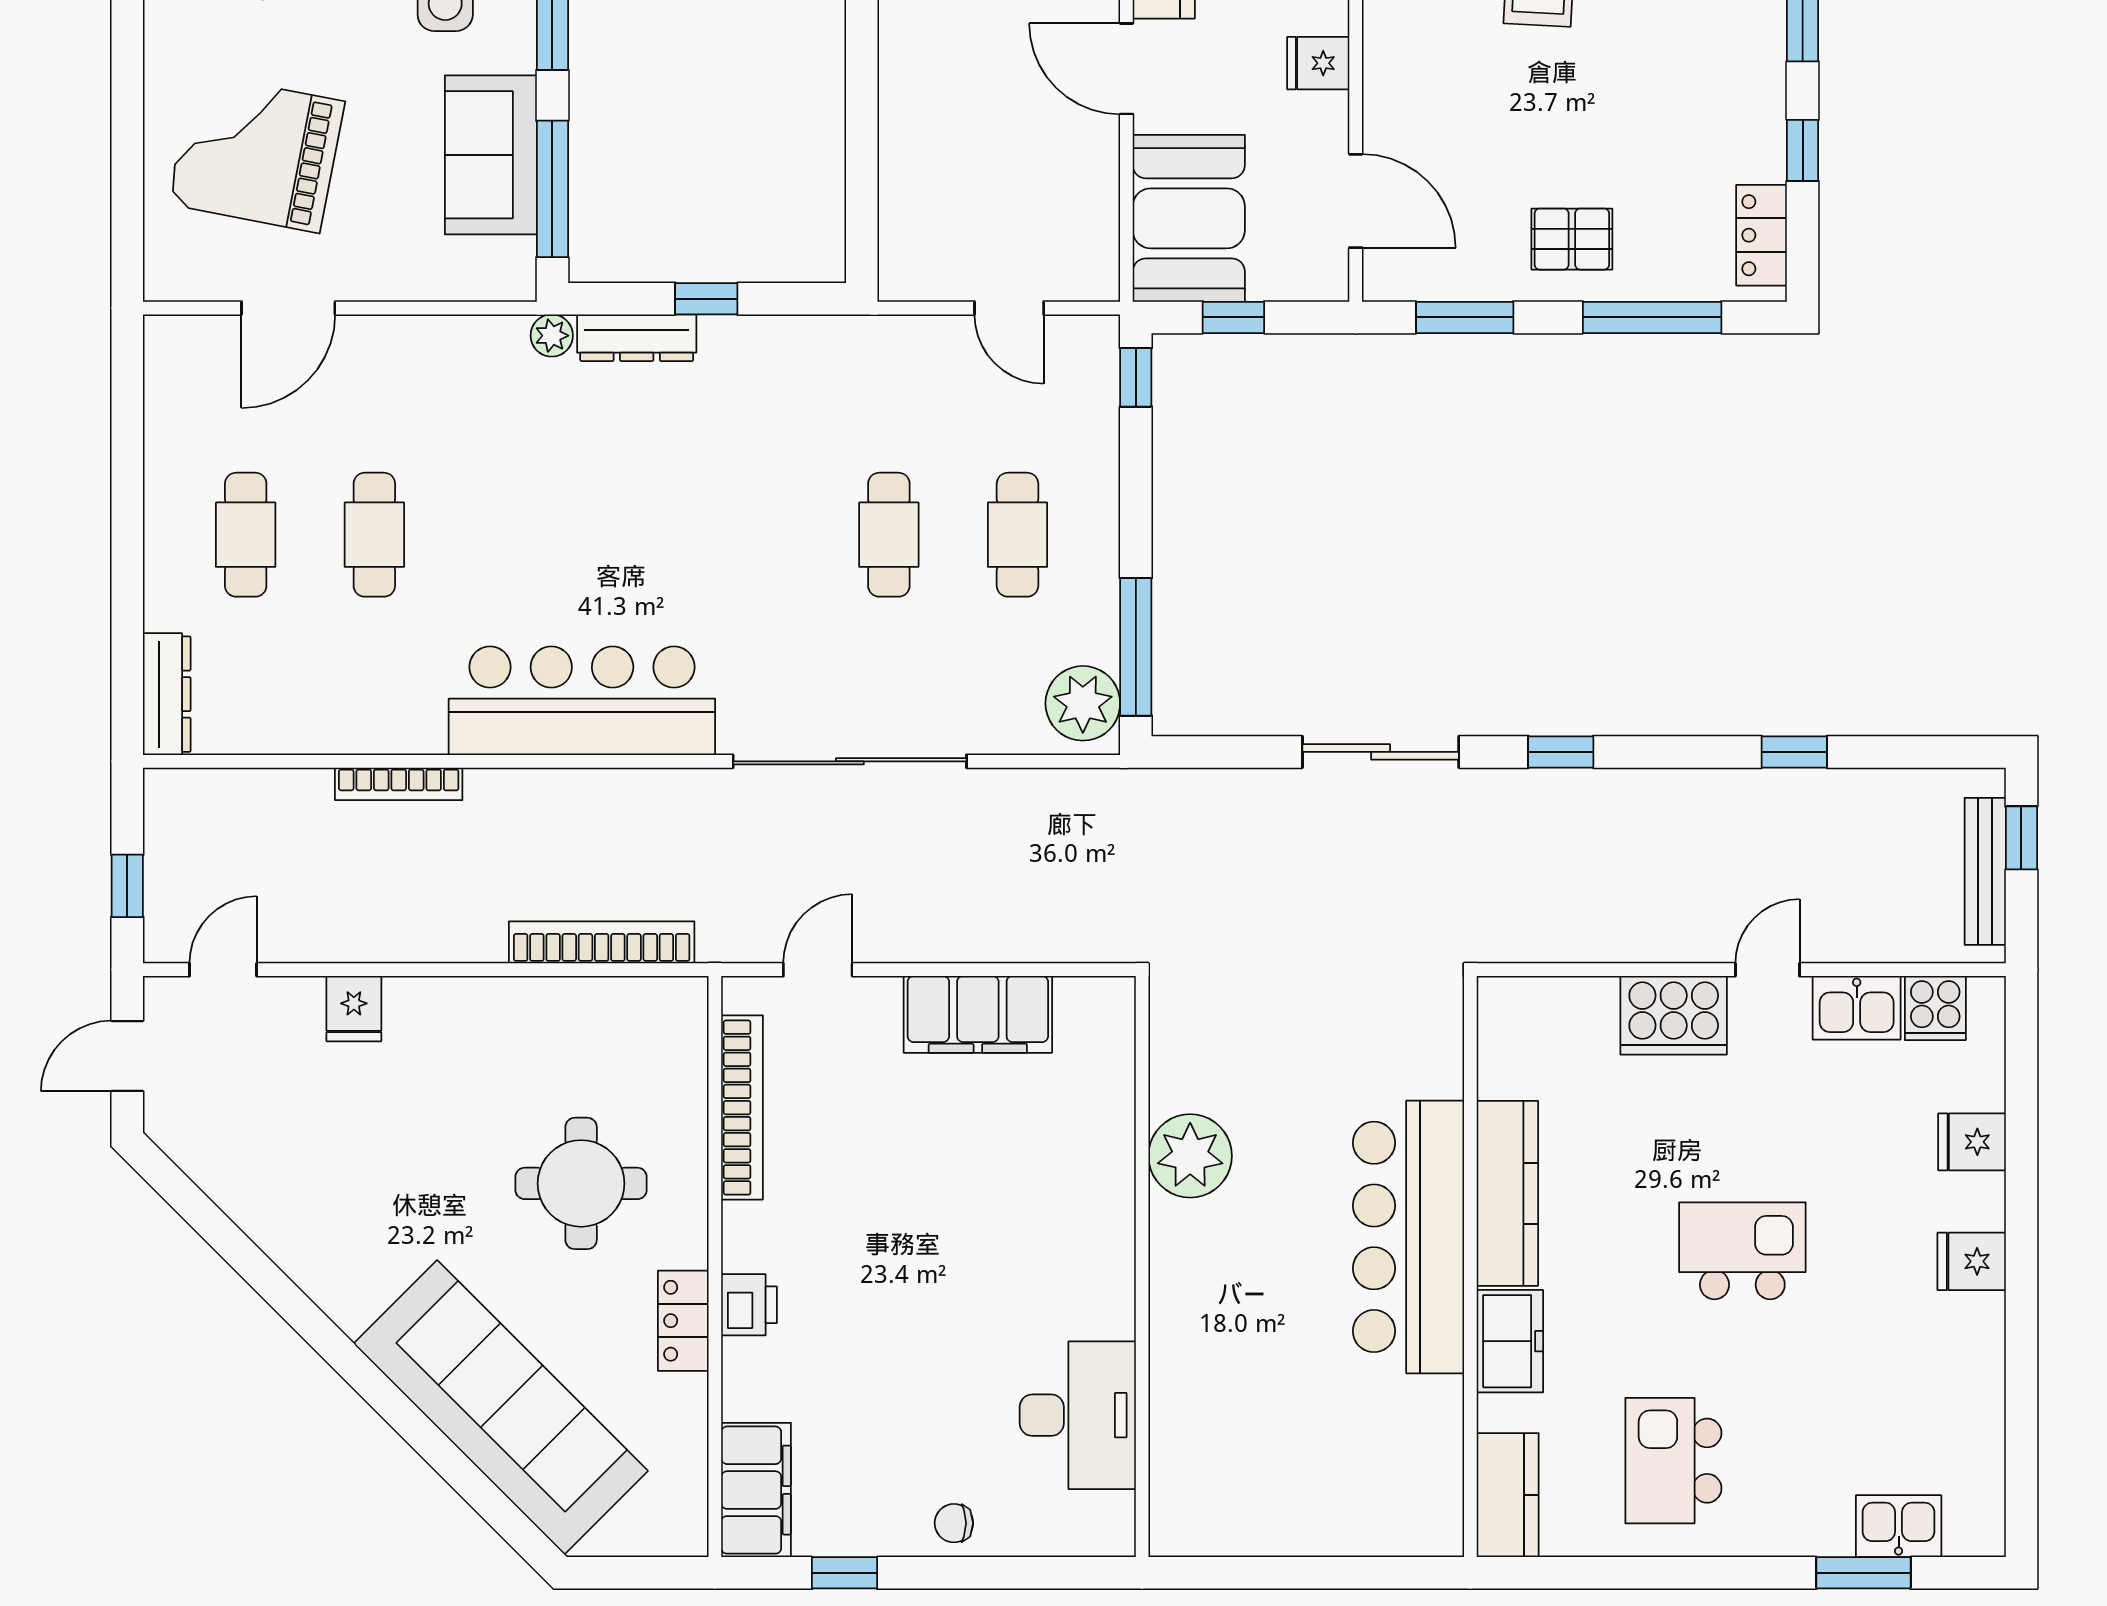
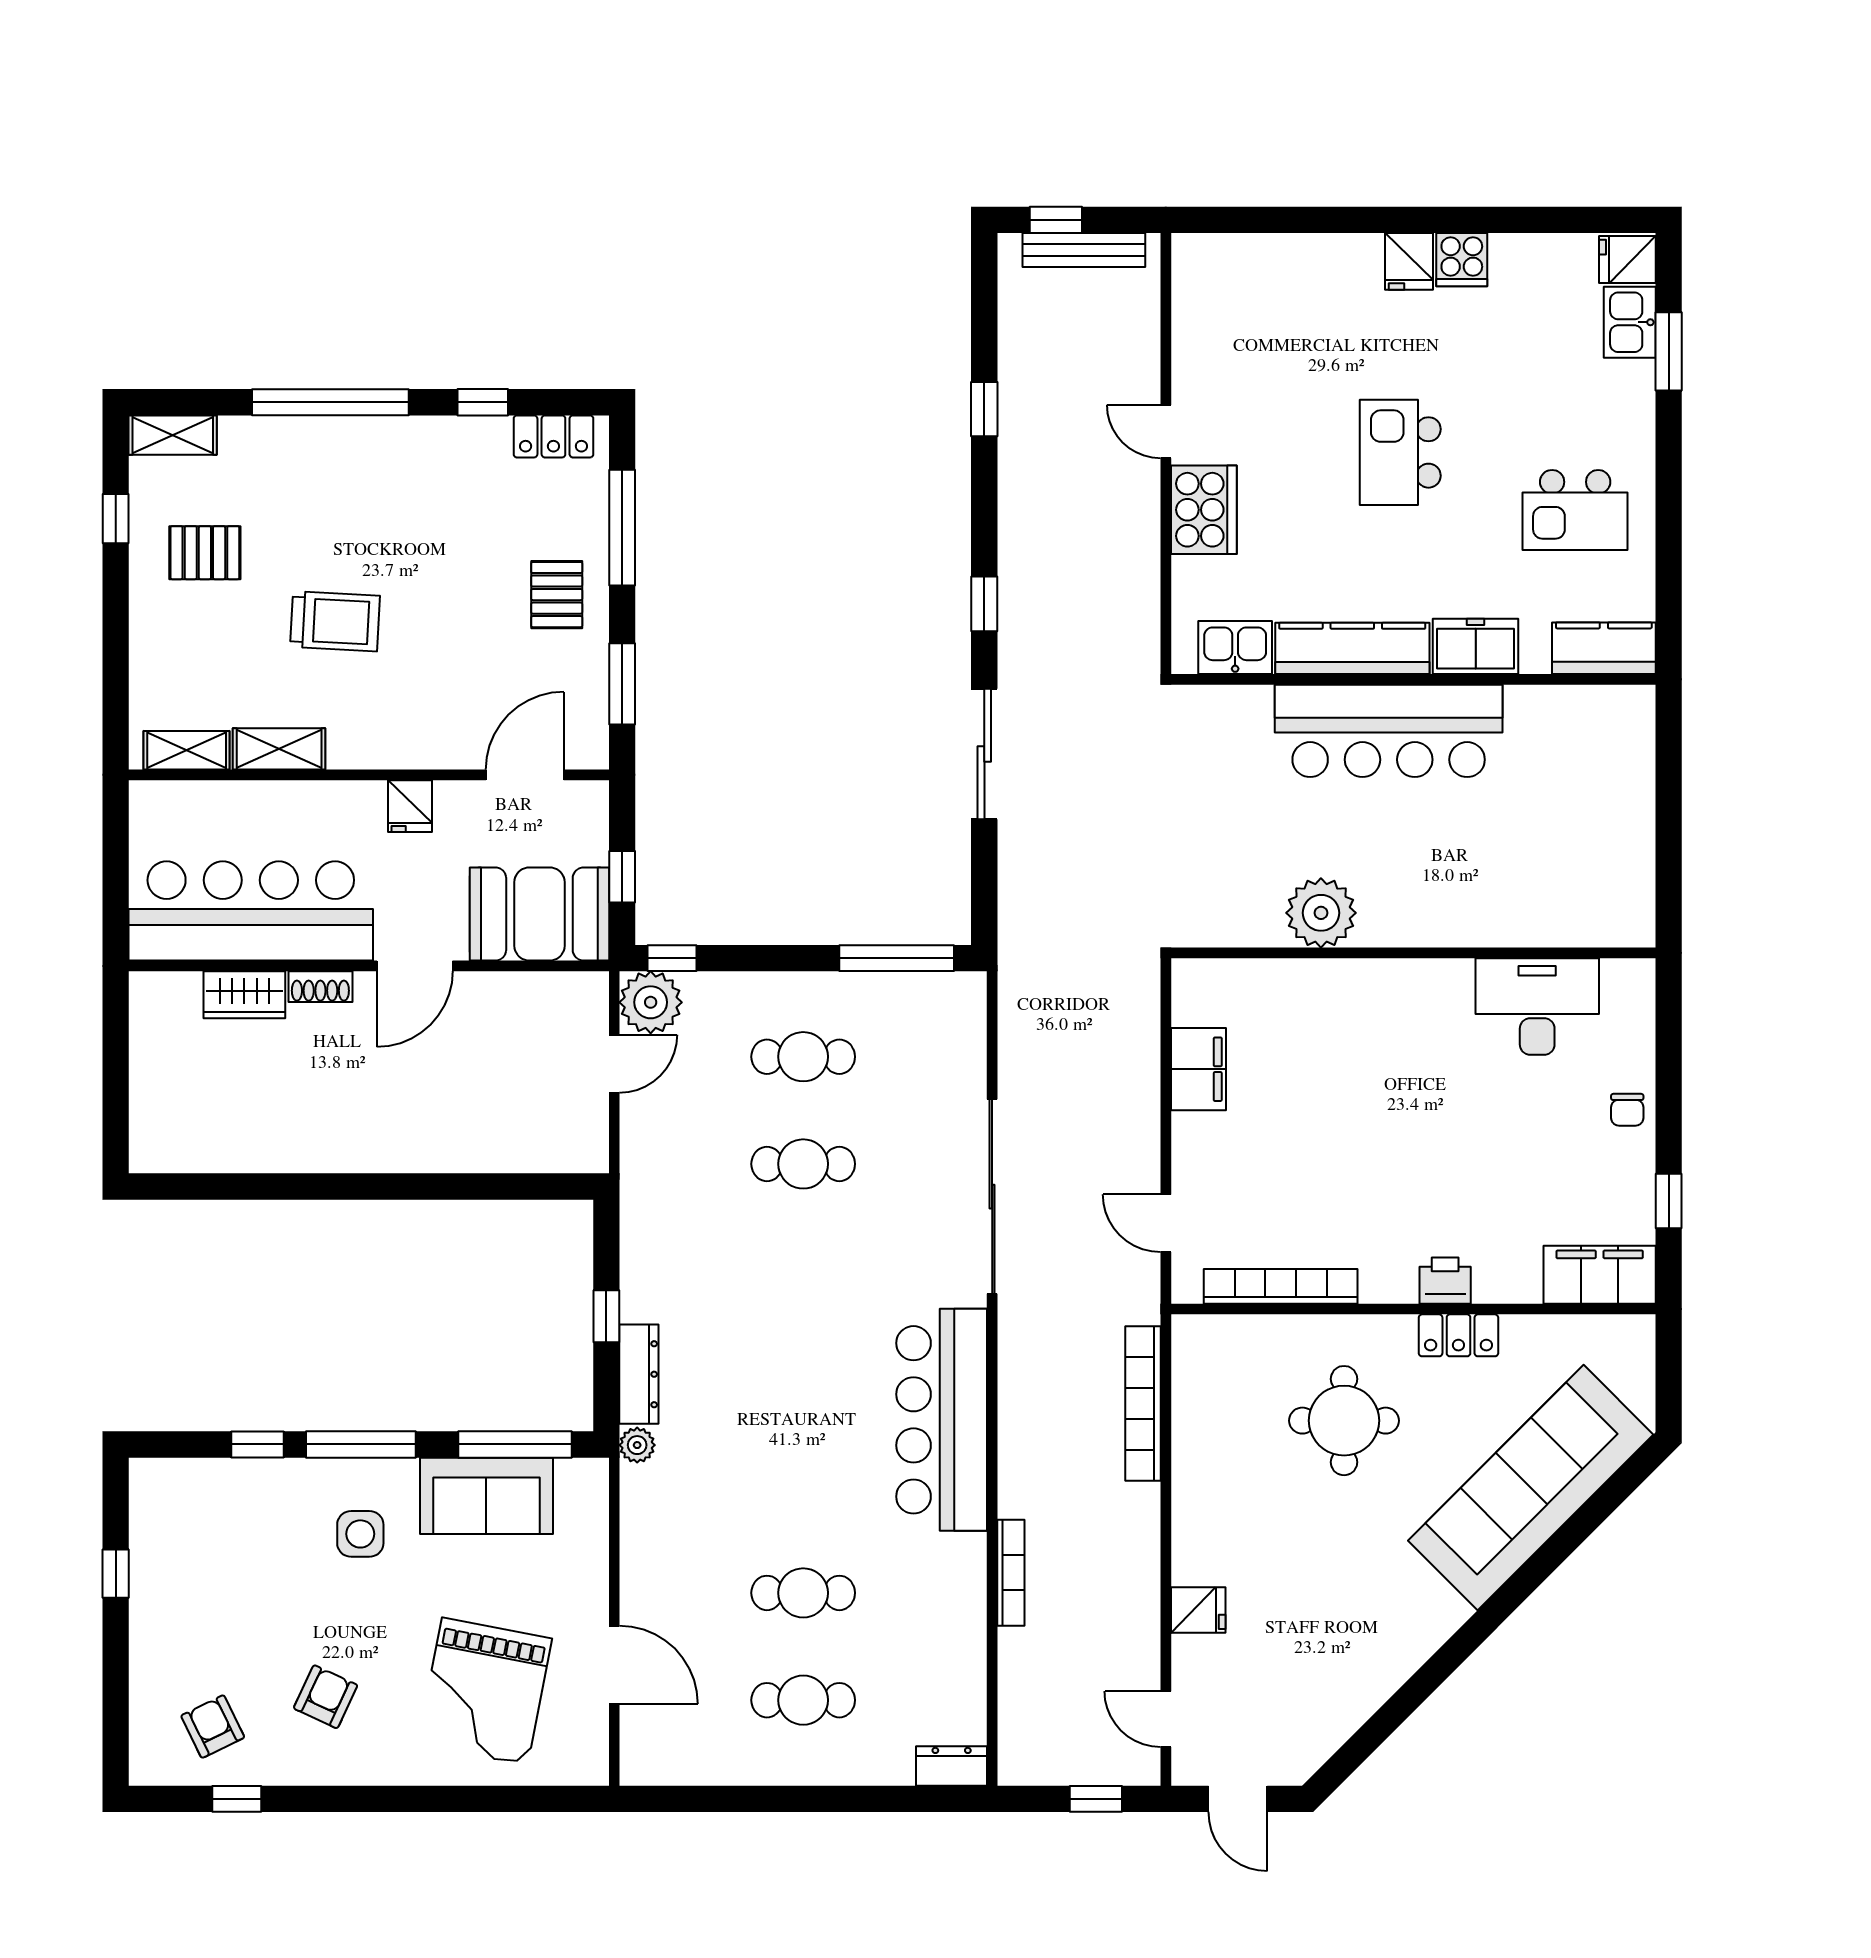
dresser: (167, 694) -> (952, 1766), width x0.70
plant: (1083, 703) -> (651, 1002), moved
kitchen sink: (1857, 1008) -> (1235, 648), moved, turned -90
cooker: (1935, 1008) -> (1462, 260), moved, turned 90
filing cabinet: (978, 1014) -> (1198, 1069), width x0.67, depth x0.86
fridge: (1972, 1142) -> (1627, 259), moved, turned 90

